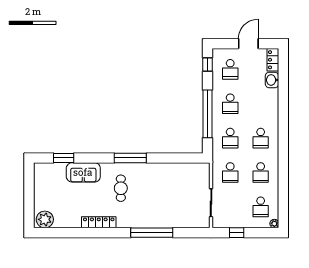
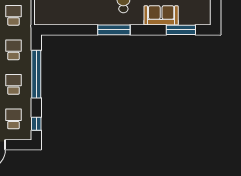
window: (64, 158) -> (181, 30), width x1.44

